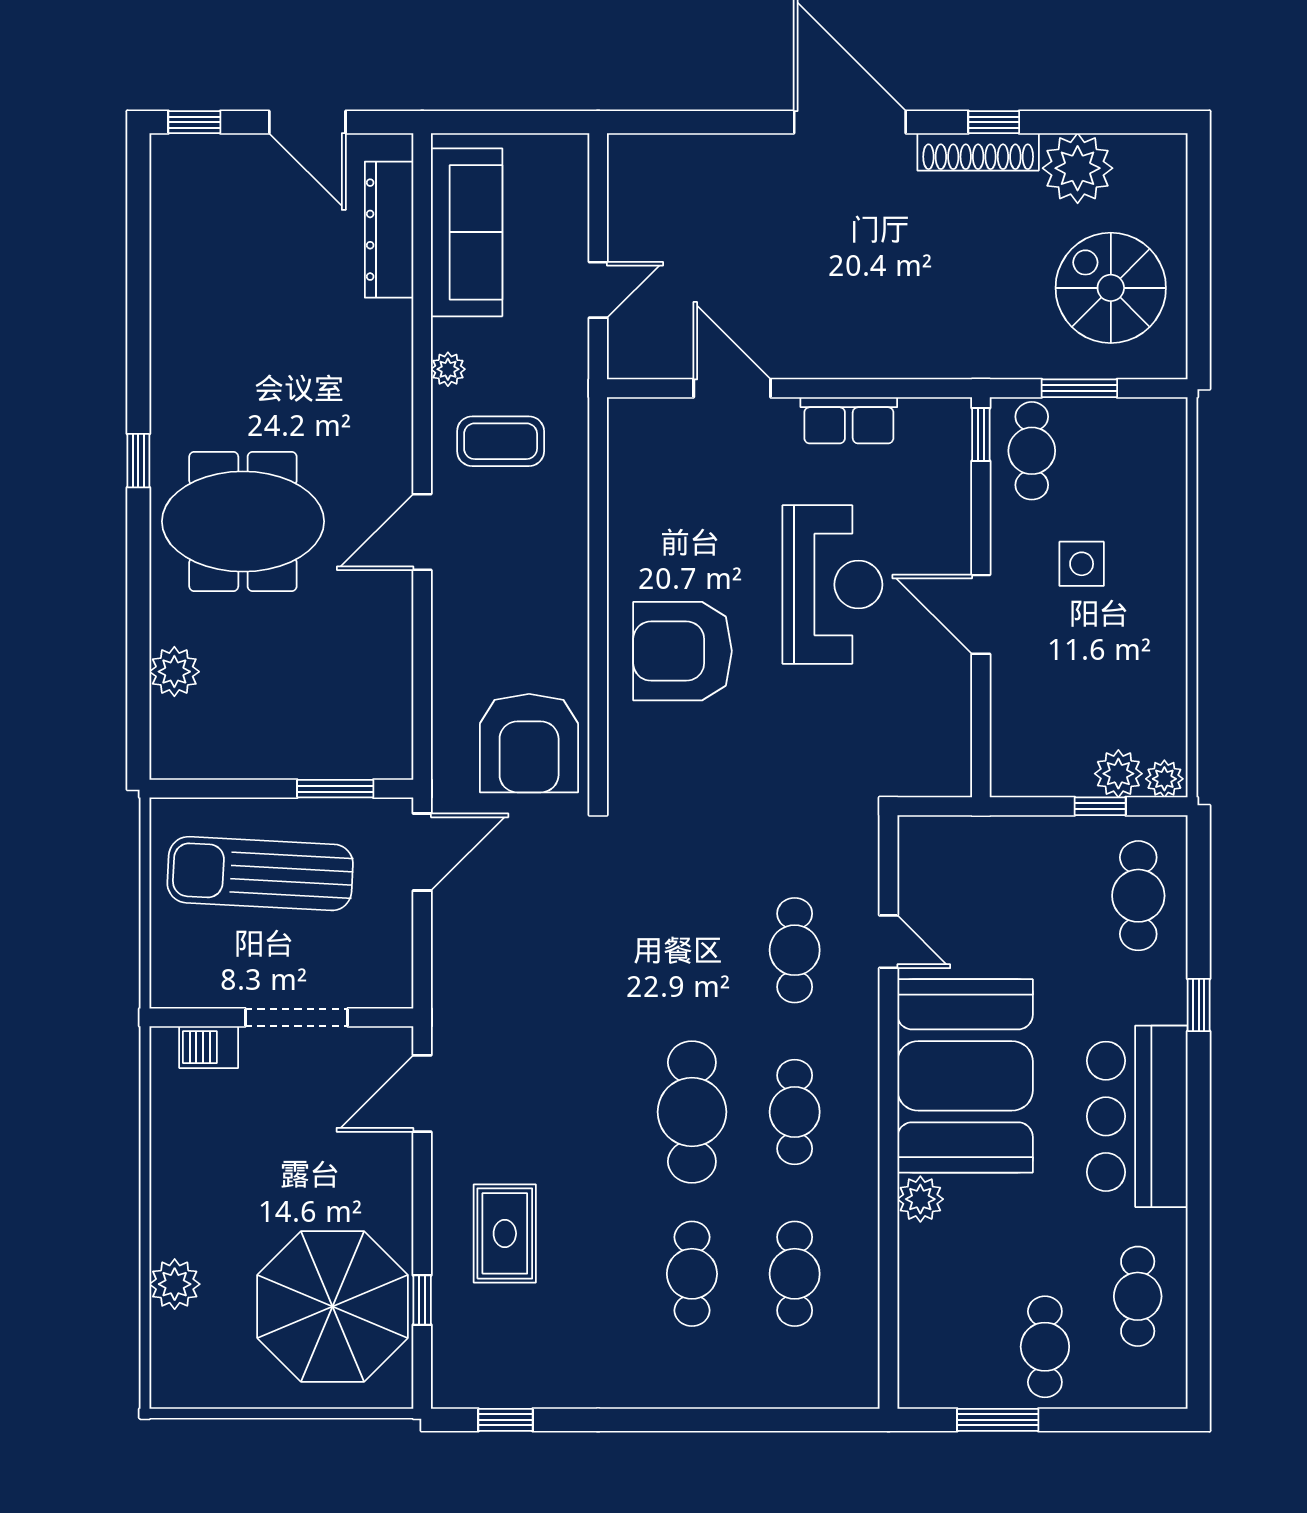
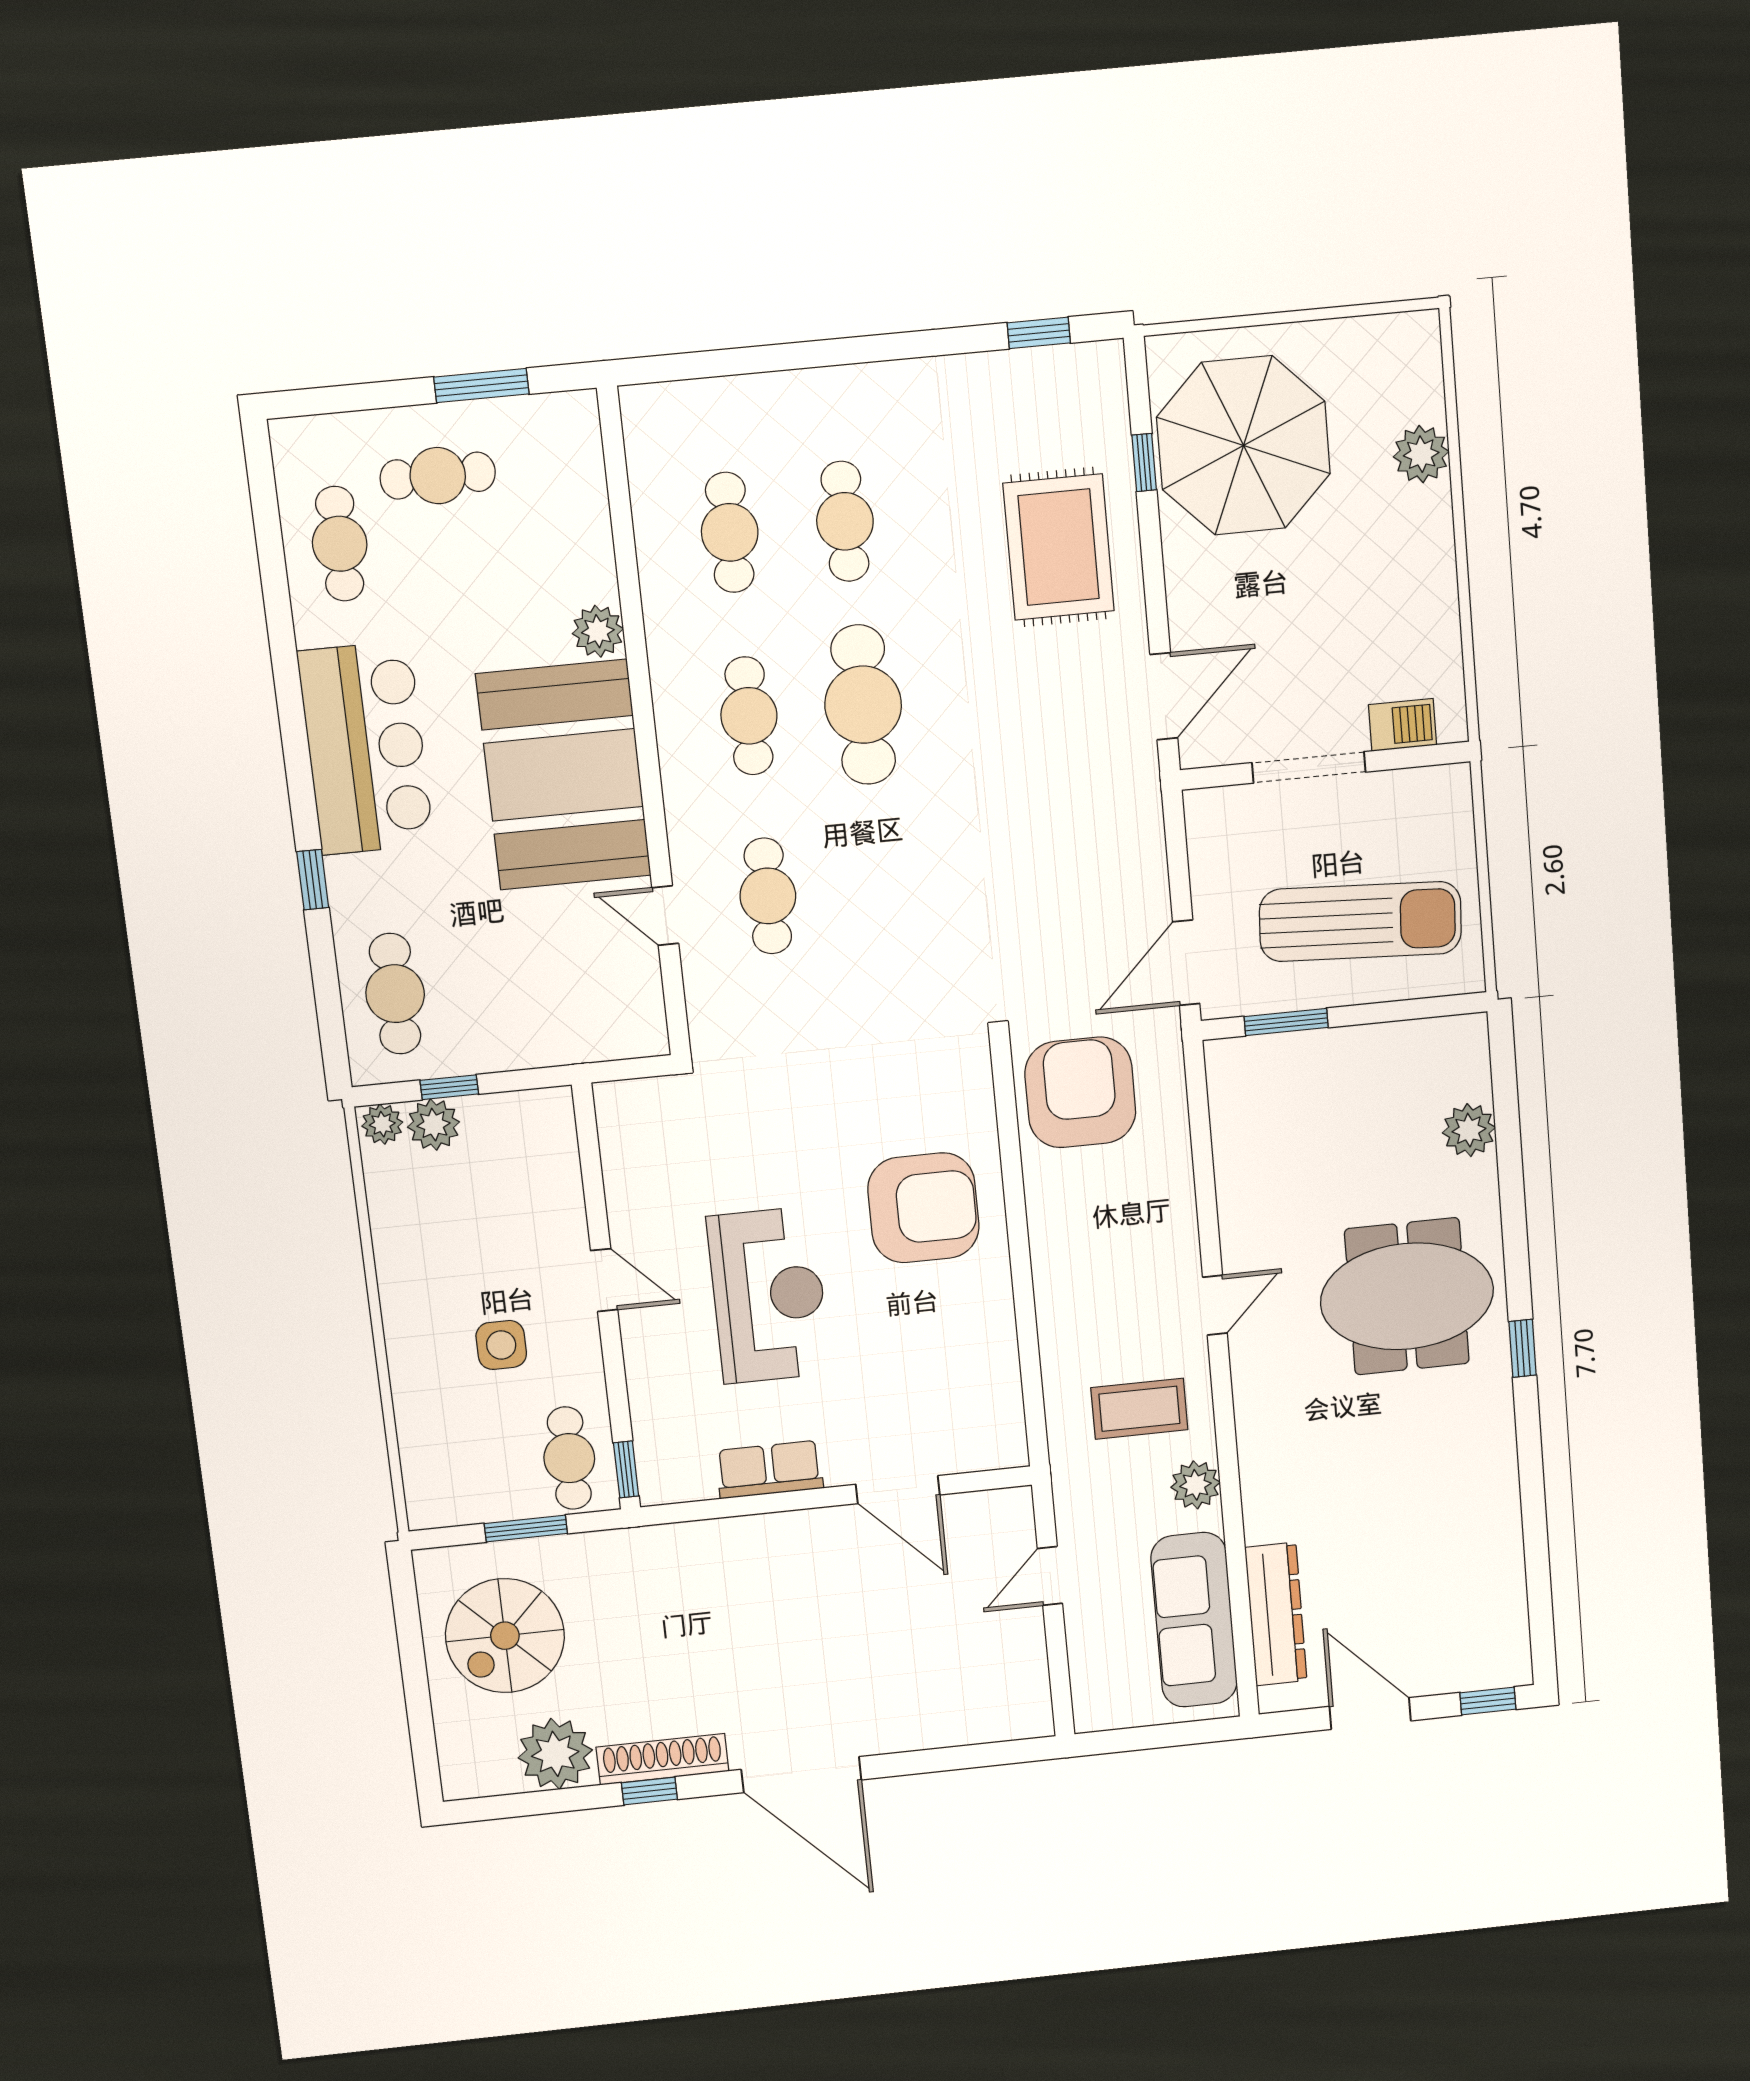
spiral stairs: (1111, 288) -> (505, 1636), turned 90
plant: (448, 369) -> (1196, 1485), width x1.38, depth x1.38
door: (422, 532) -> (1215, 1305), width x0.73
reception desk: (832, 585) -> (769, 1295), turned 180
door: (981, 614) -> (604, 1280), width x0.73
rug: (505, 1233) -> (1059, 547), width x1.36, depth x1.43
cafe table: (1045, 1347) -> (438, 476), turned 90

